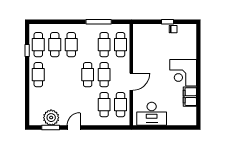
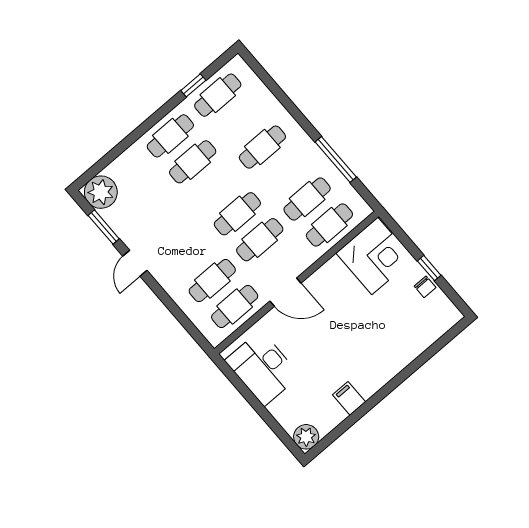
cafe table: (55, 45) -> (193, 162), moved
corner desk: (183, 73) -> (375, 256), moved, turned 180
filing cabinet: (190, 97) -> (349, 398), width x0.50
plant: (51, 118) -> (101, 192), moved
plant: (190, 119) -> (306, 437), added
door: (74, 127) -> (135, 263), swing flipped

